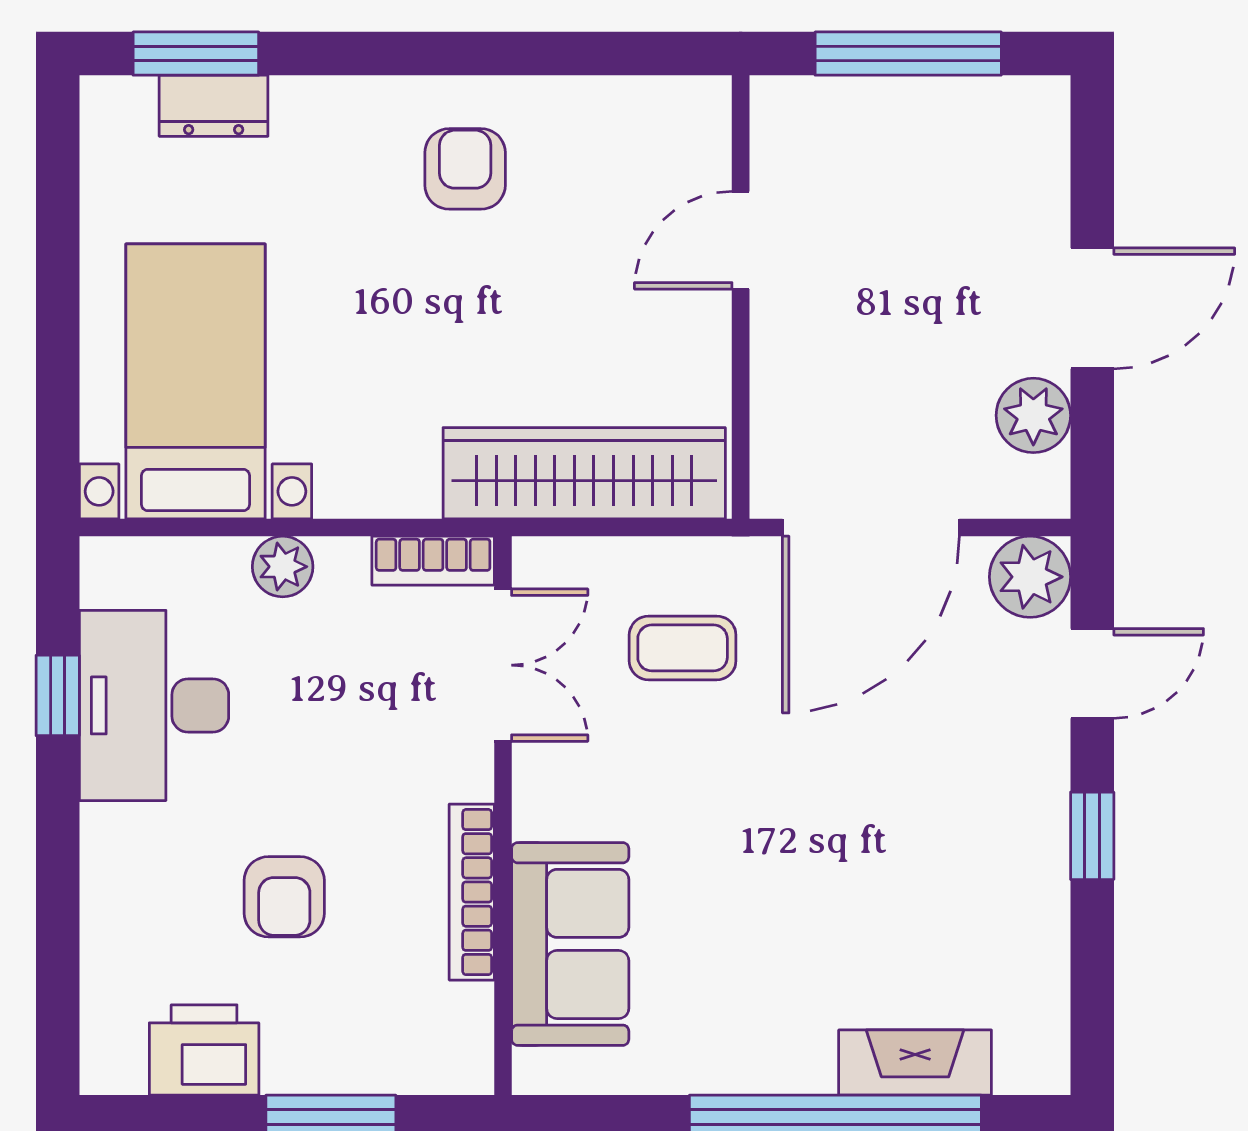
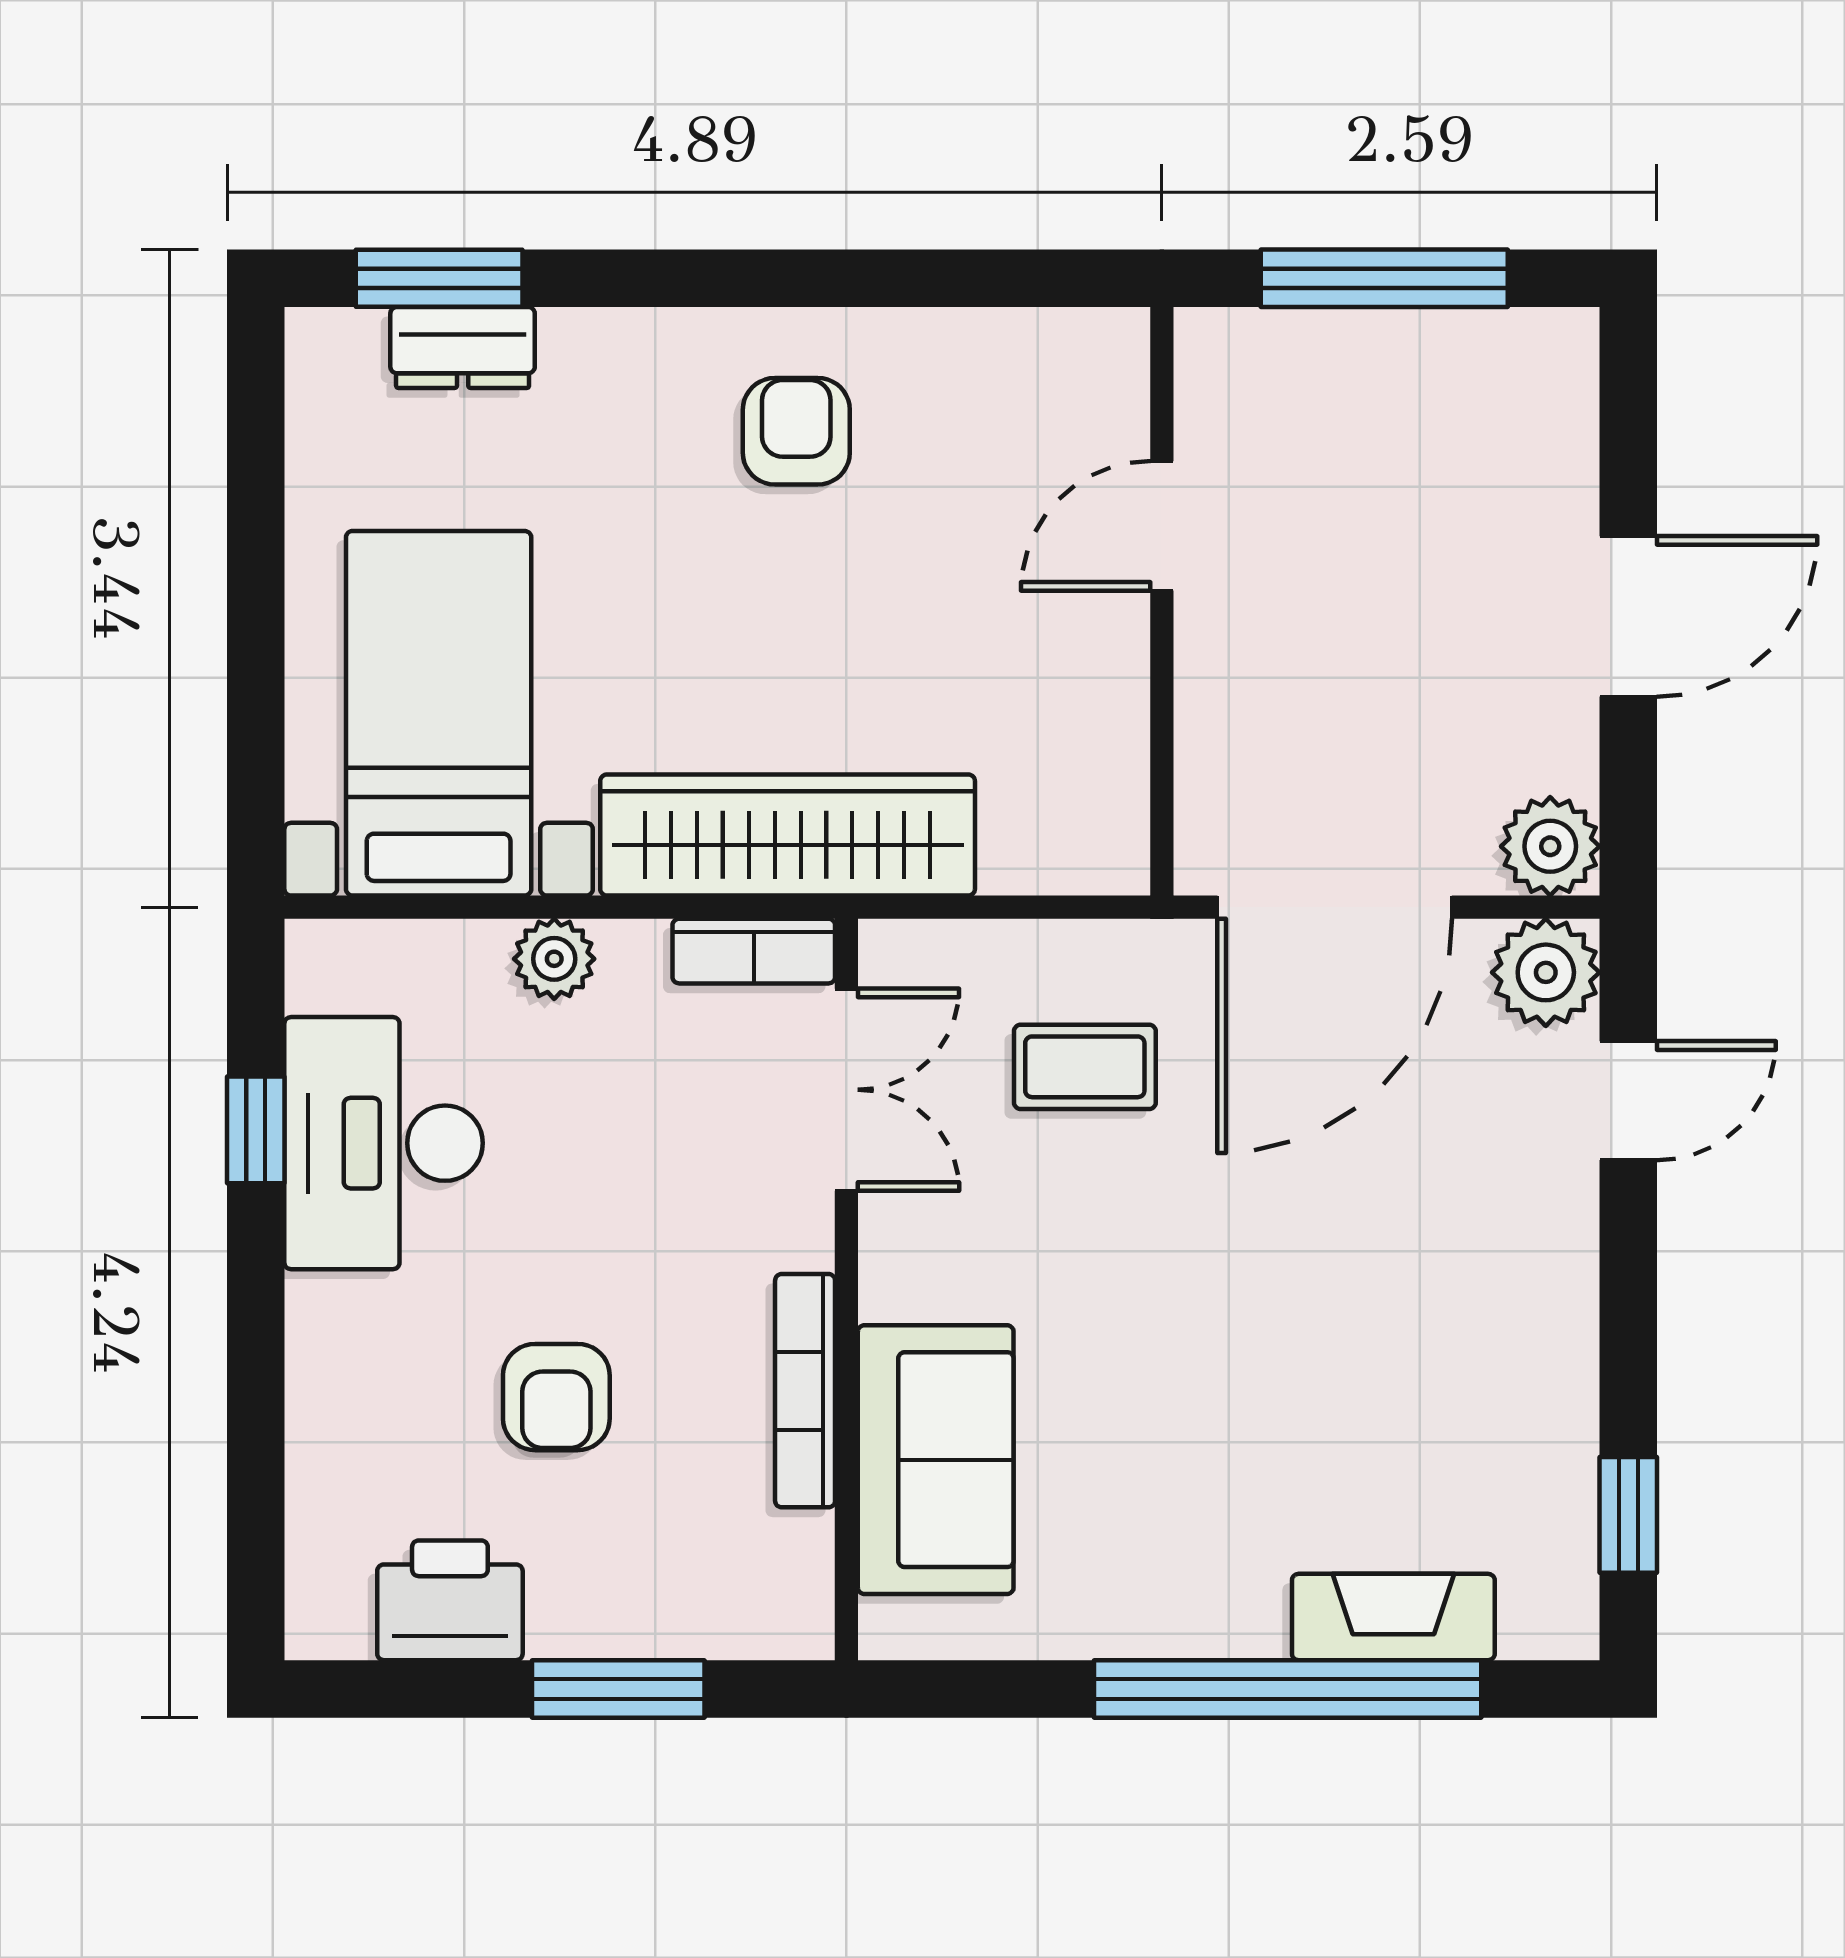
plant: (1033, 415) -> (1550, 846), moved
wardrobe: (584, 473) -> (788, 835), moved
window: (1092, 836) -> (1628, 1515), moved

